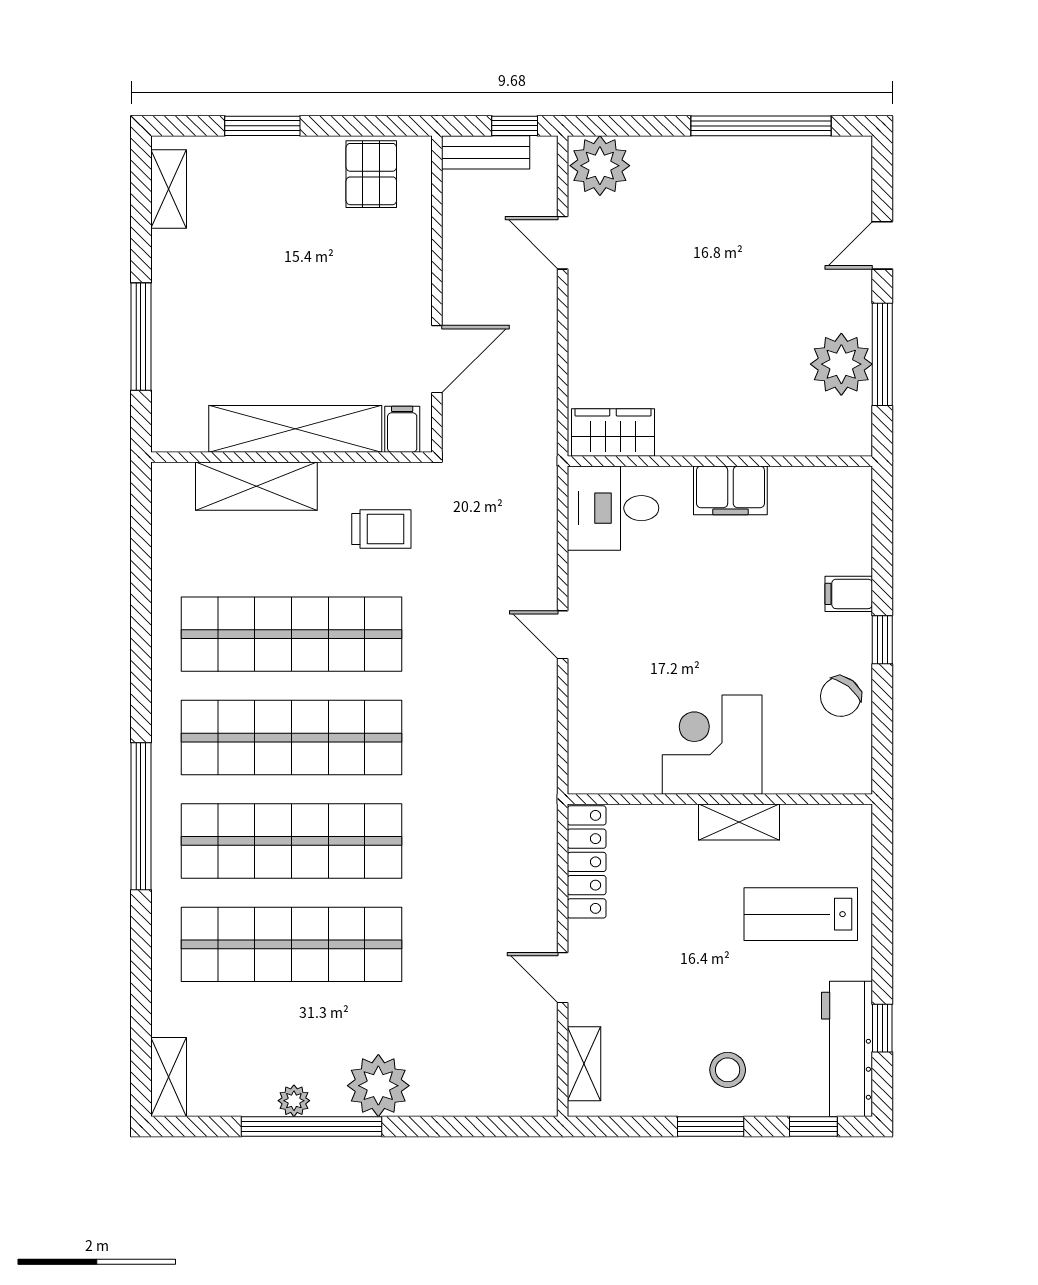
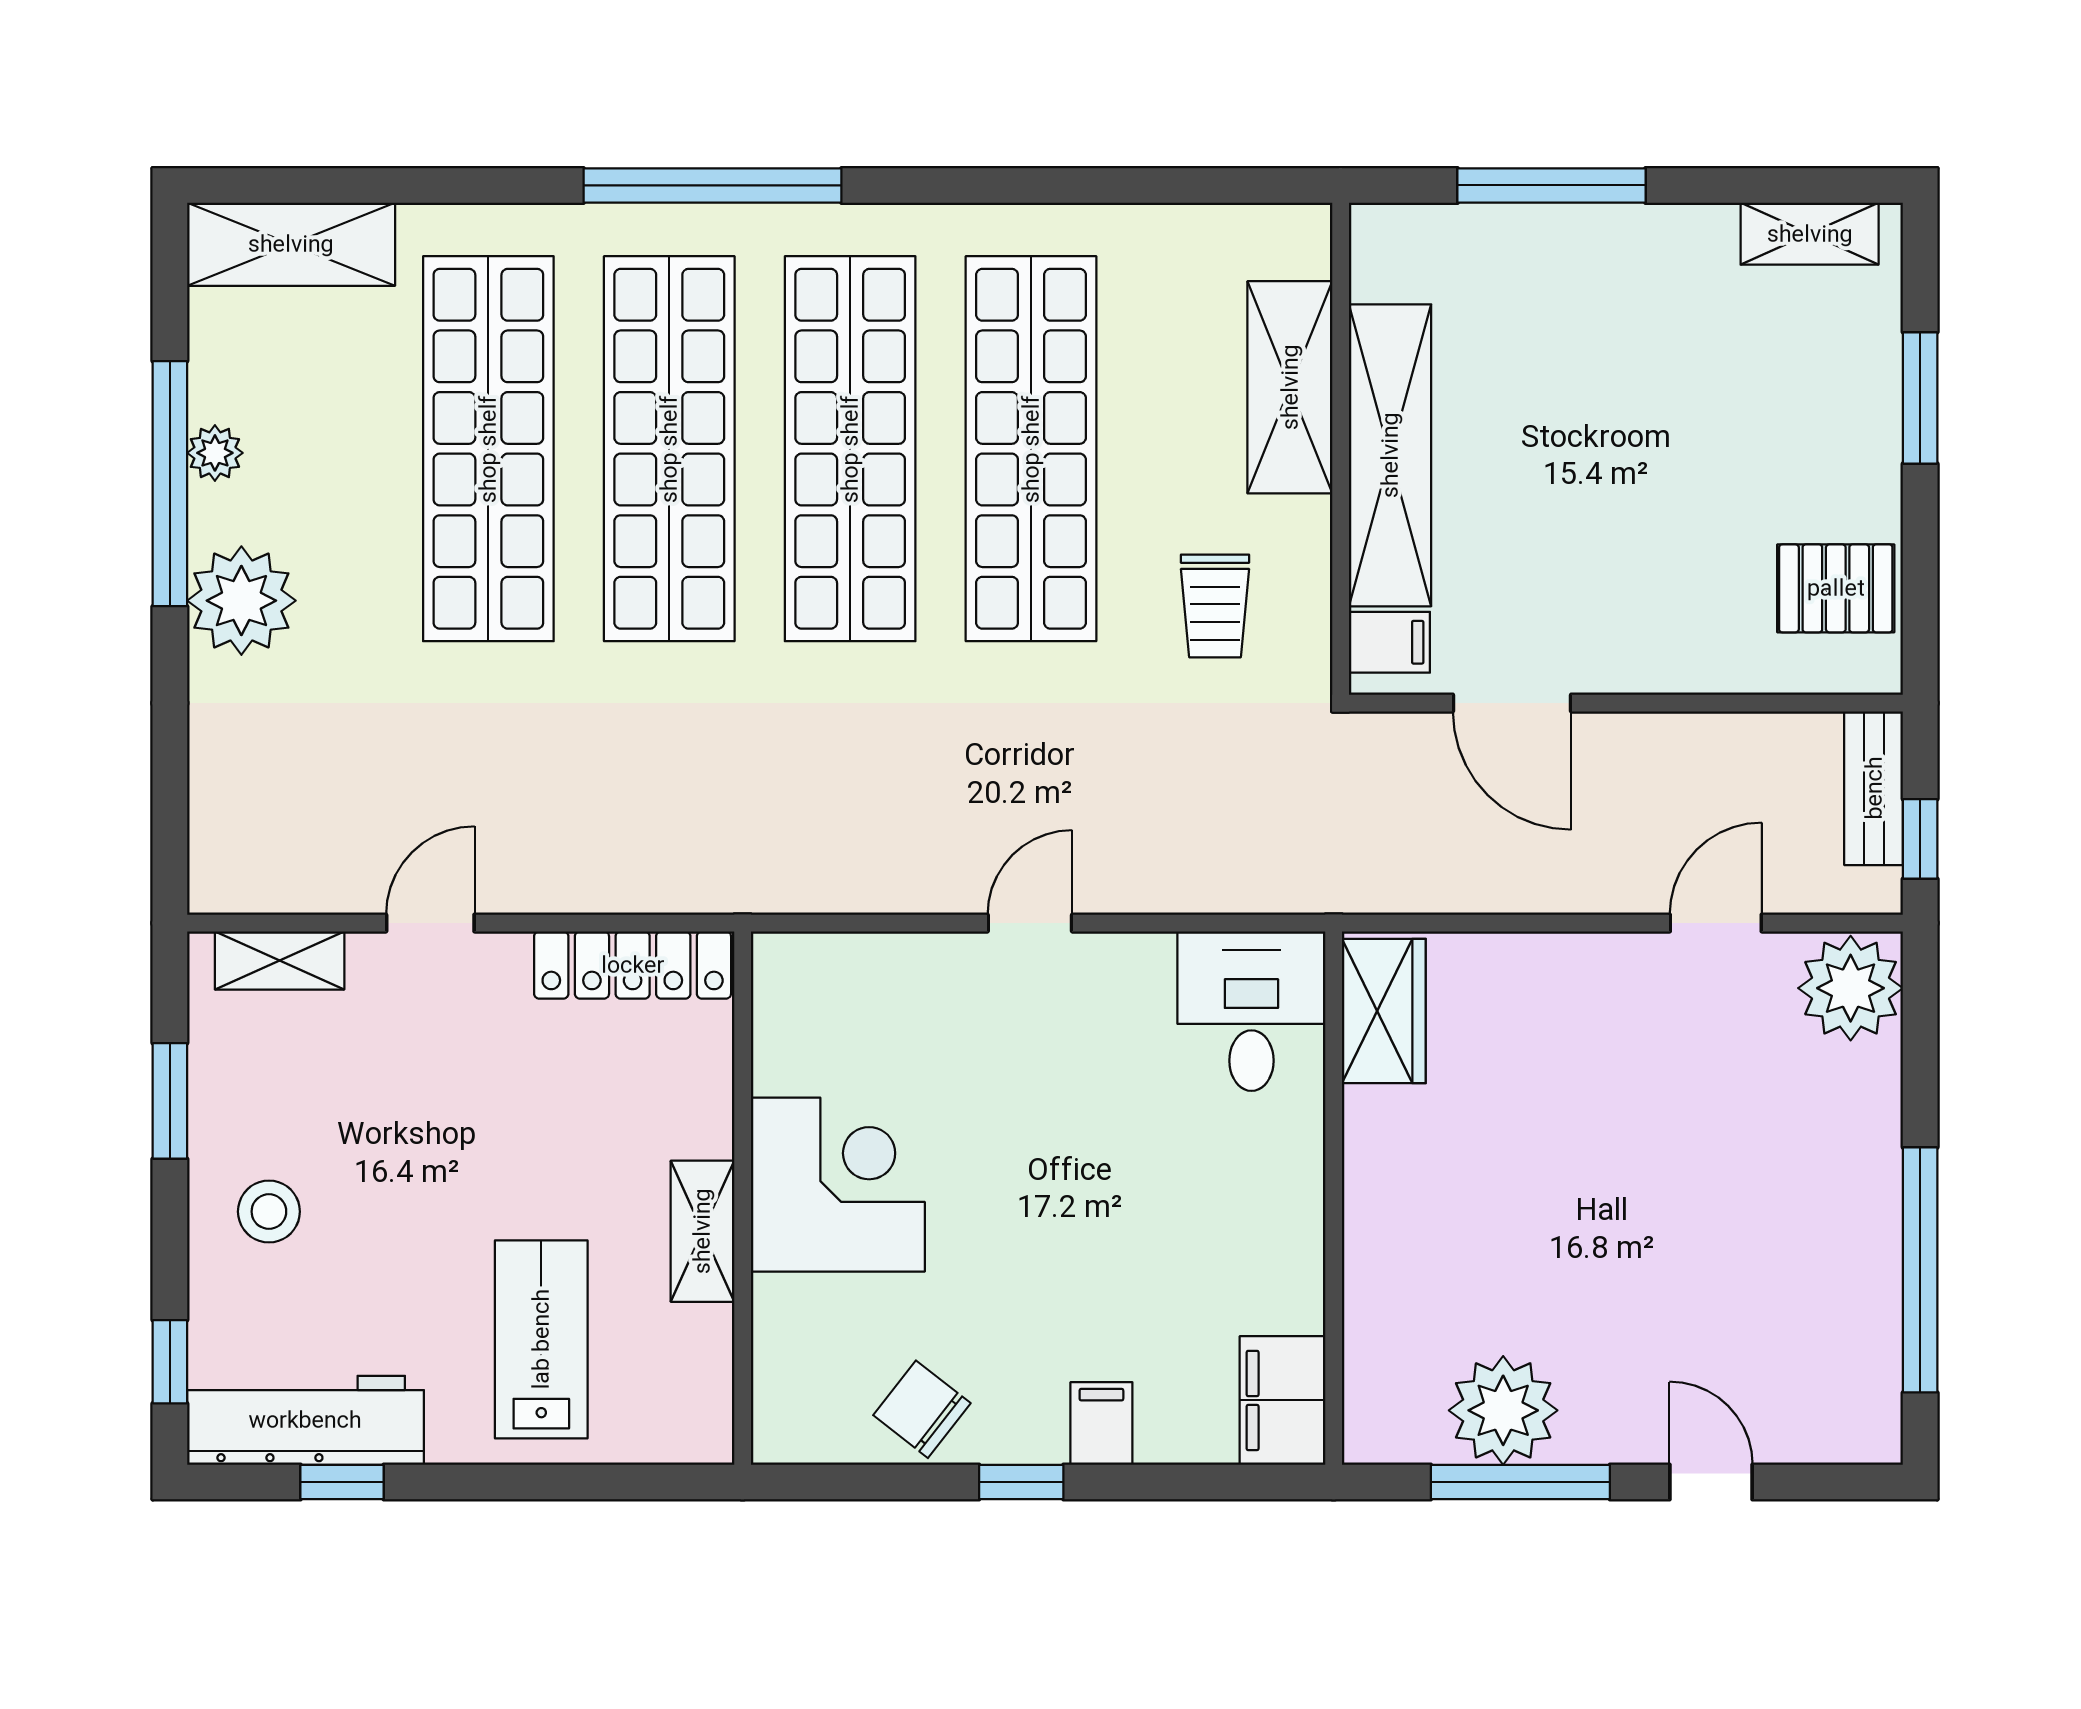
filing cabinet: (730, 490) -> (1283, 1400), moved
shelving: (169, 1077) -> (291, 244), width x1.50, depth x1.33
window: (711, 1126) -> (170, 1101), moved

